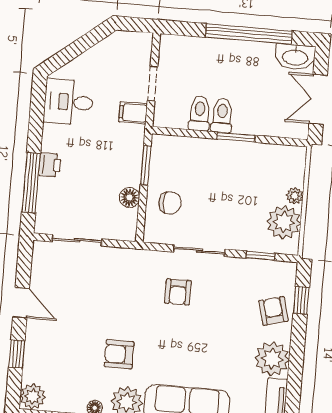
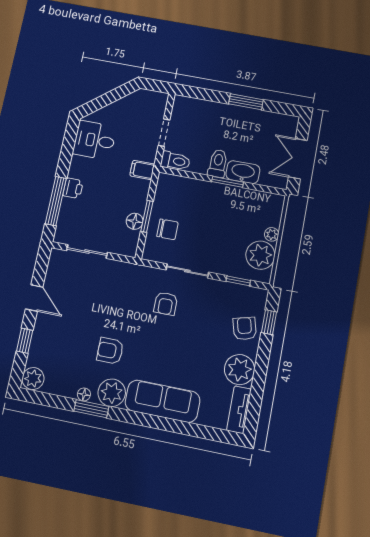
window: (249, 34) -> (246, 102), width x0.47
washbasin: (295, 57) -> (243, 172), moved, turned 180
filing cabinet: (133, 113) -> (142, 170), moved
toilet: (200, 114) -> (175, 161), moved, turned 90
window: (146, 165) -> (147, 216), moved

